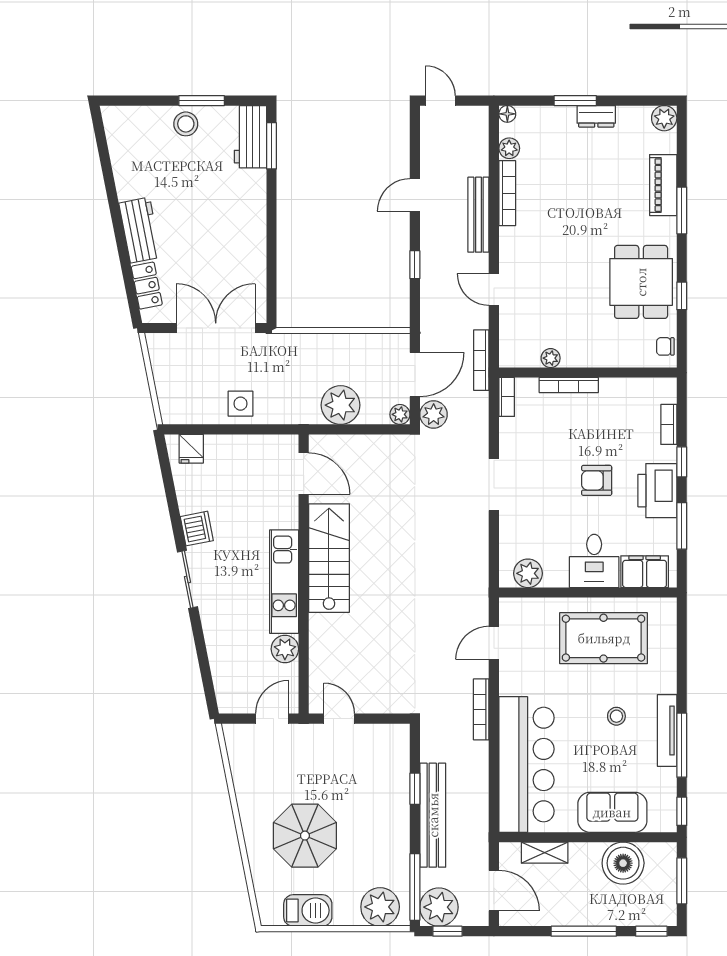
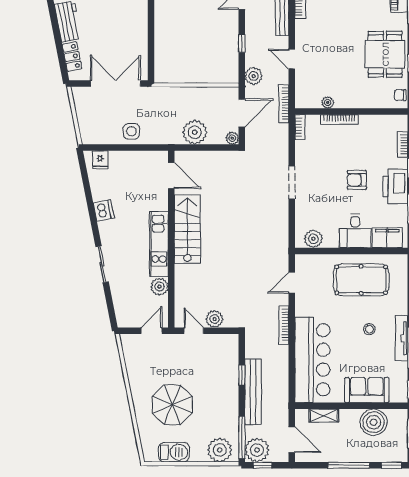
plant: (434, 414) -> (254, 76), moved
sliding door: (187, 579) -> (102, 264), moved
plant: (372, 700) -> (214, 319), added

